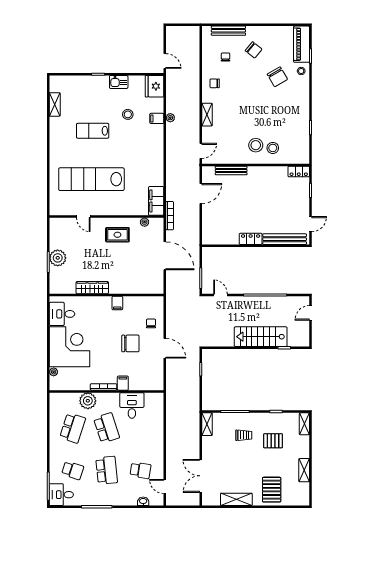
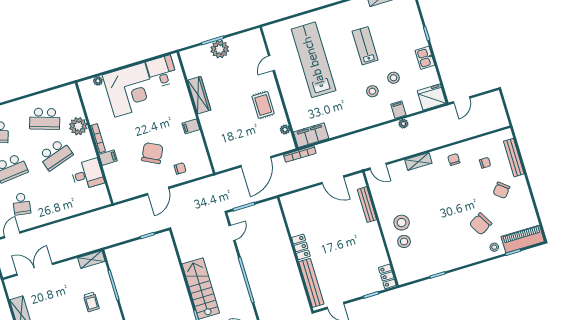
stool: (134, 136) -> (372, 91), added
chair: (130, 343) -> (152, 153), turned -153

